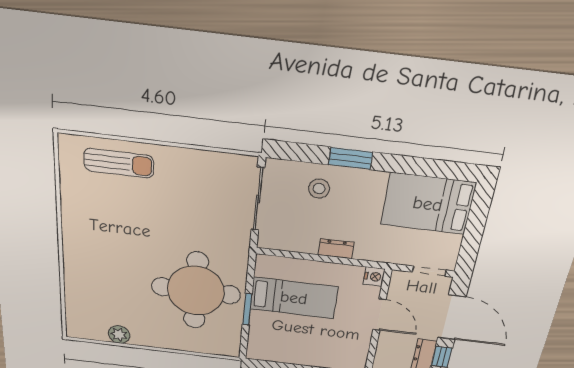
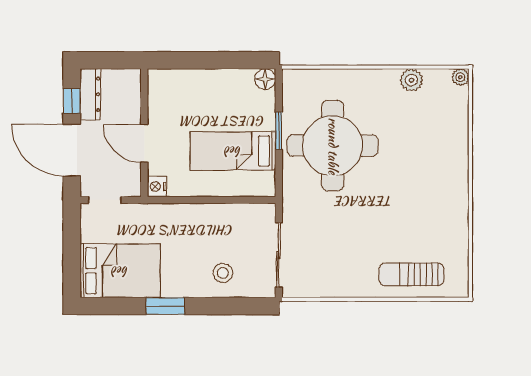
window: (350, 158) -> (165, 306), moved
dresser: (336, 249) -> (198, 212), removed
plant: (74, 331) -> (460, 77), added
floor lamp: (256, 352) -> (265, 79), added

